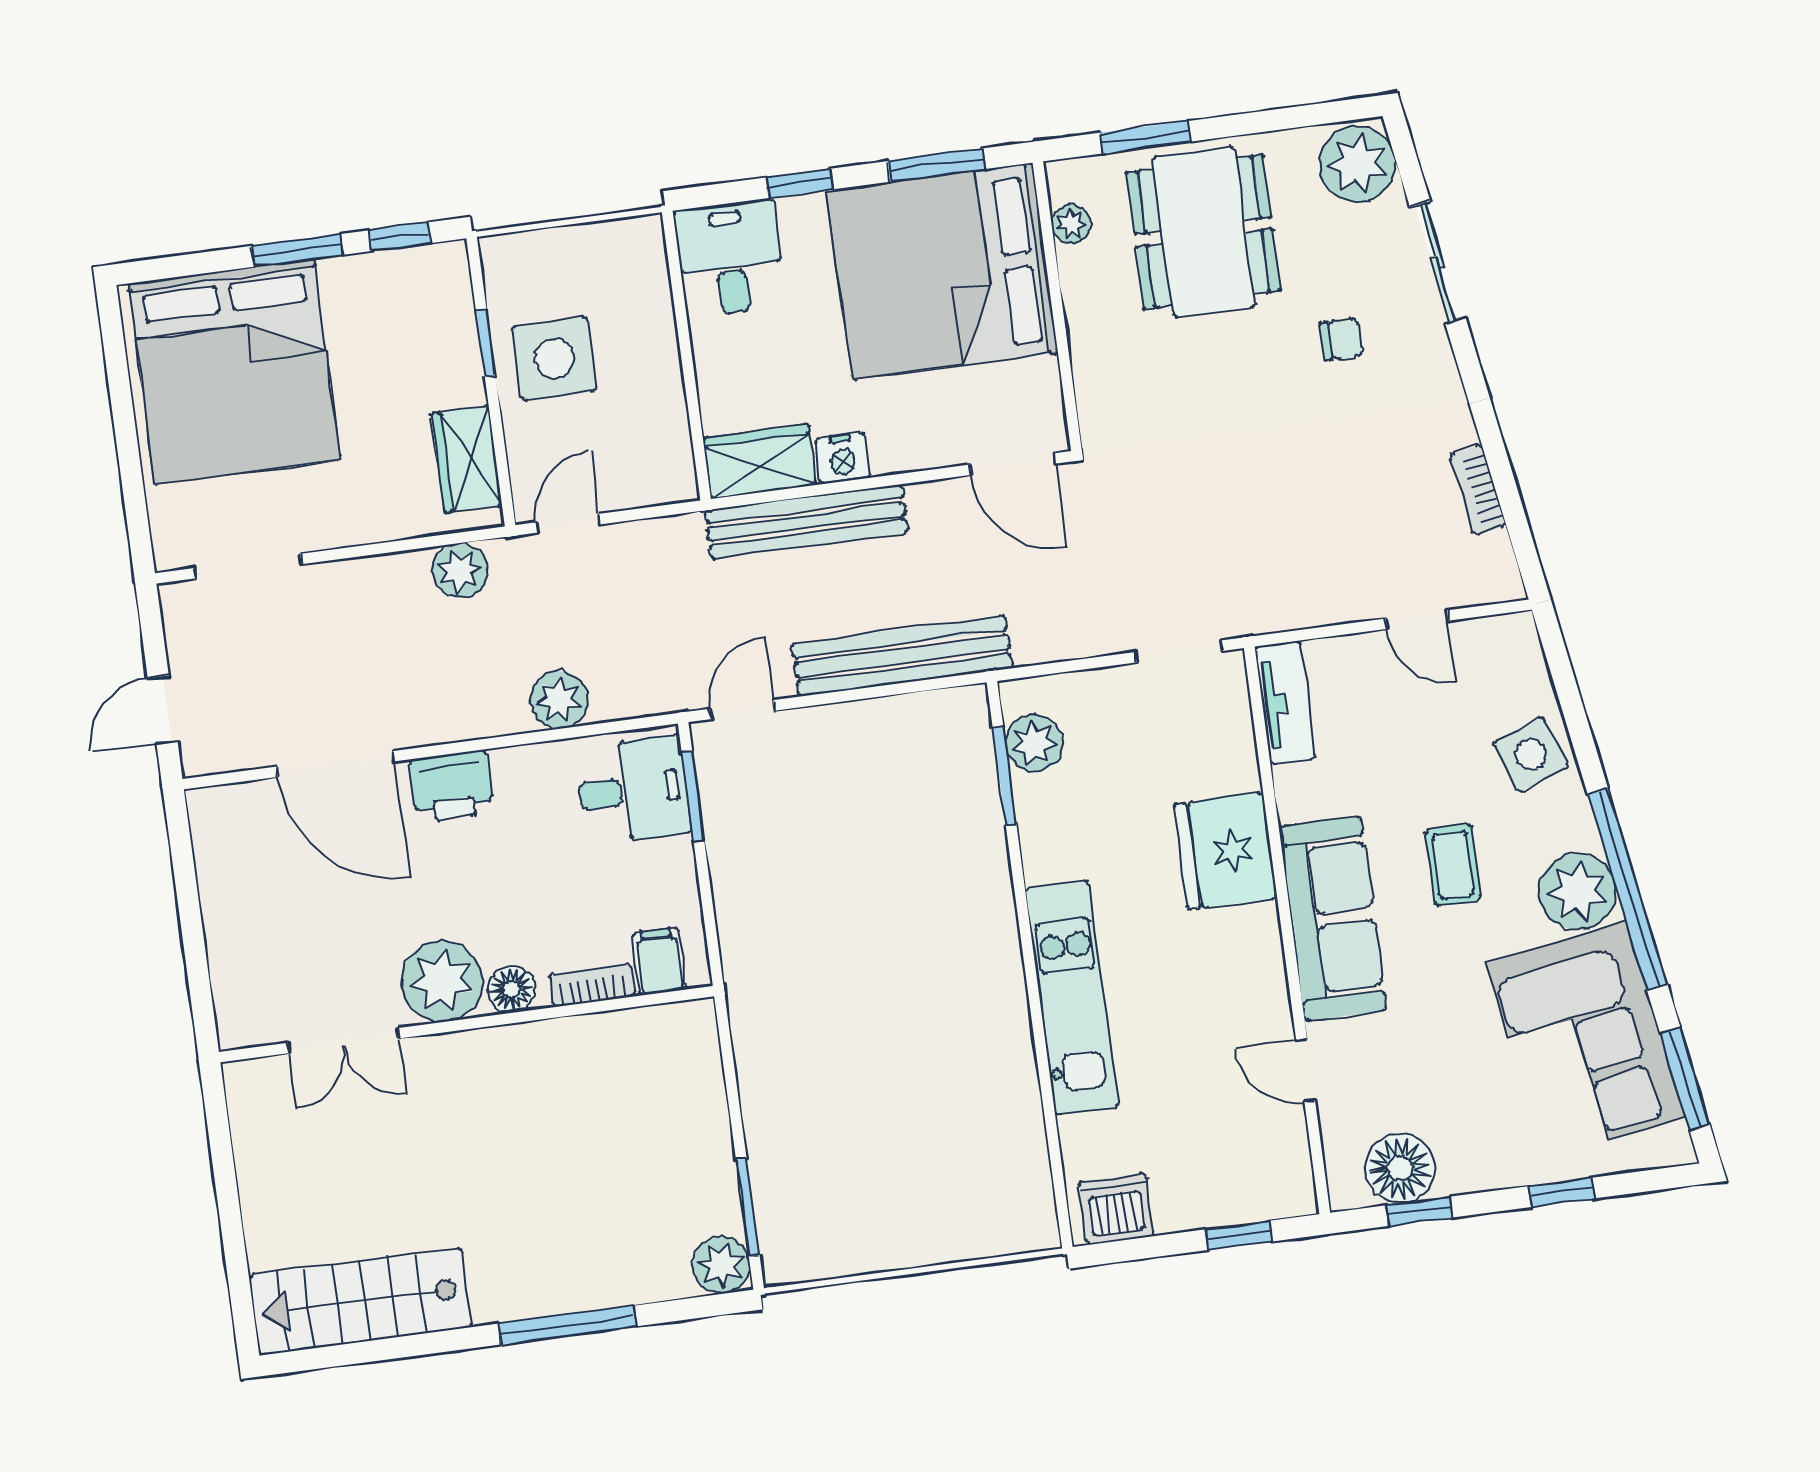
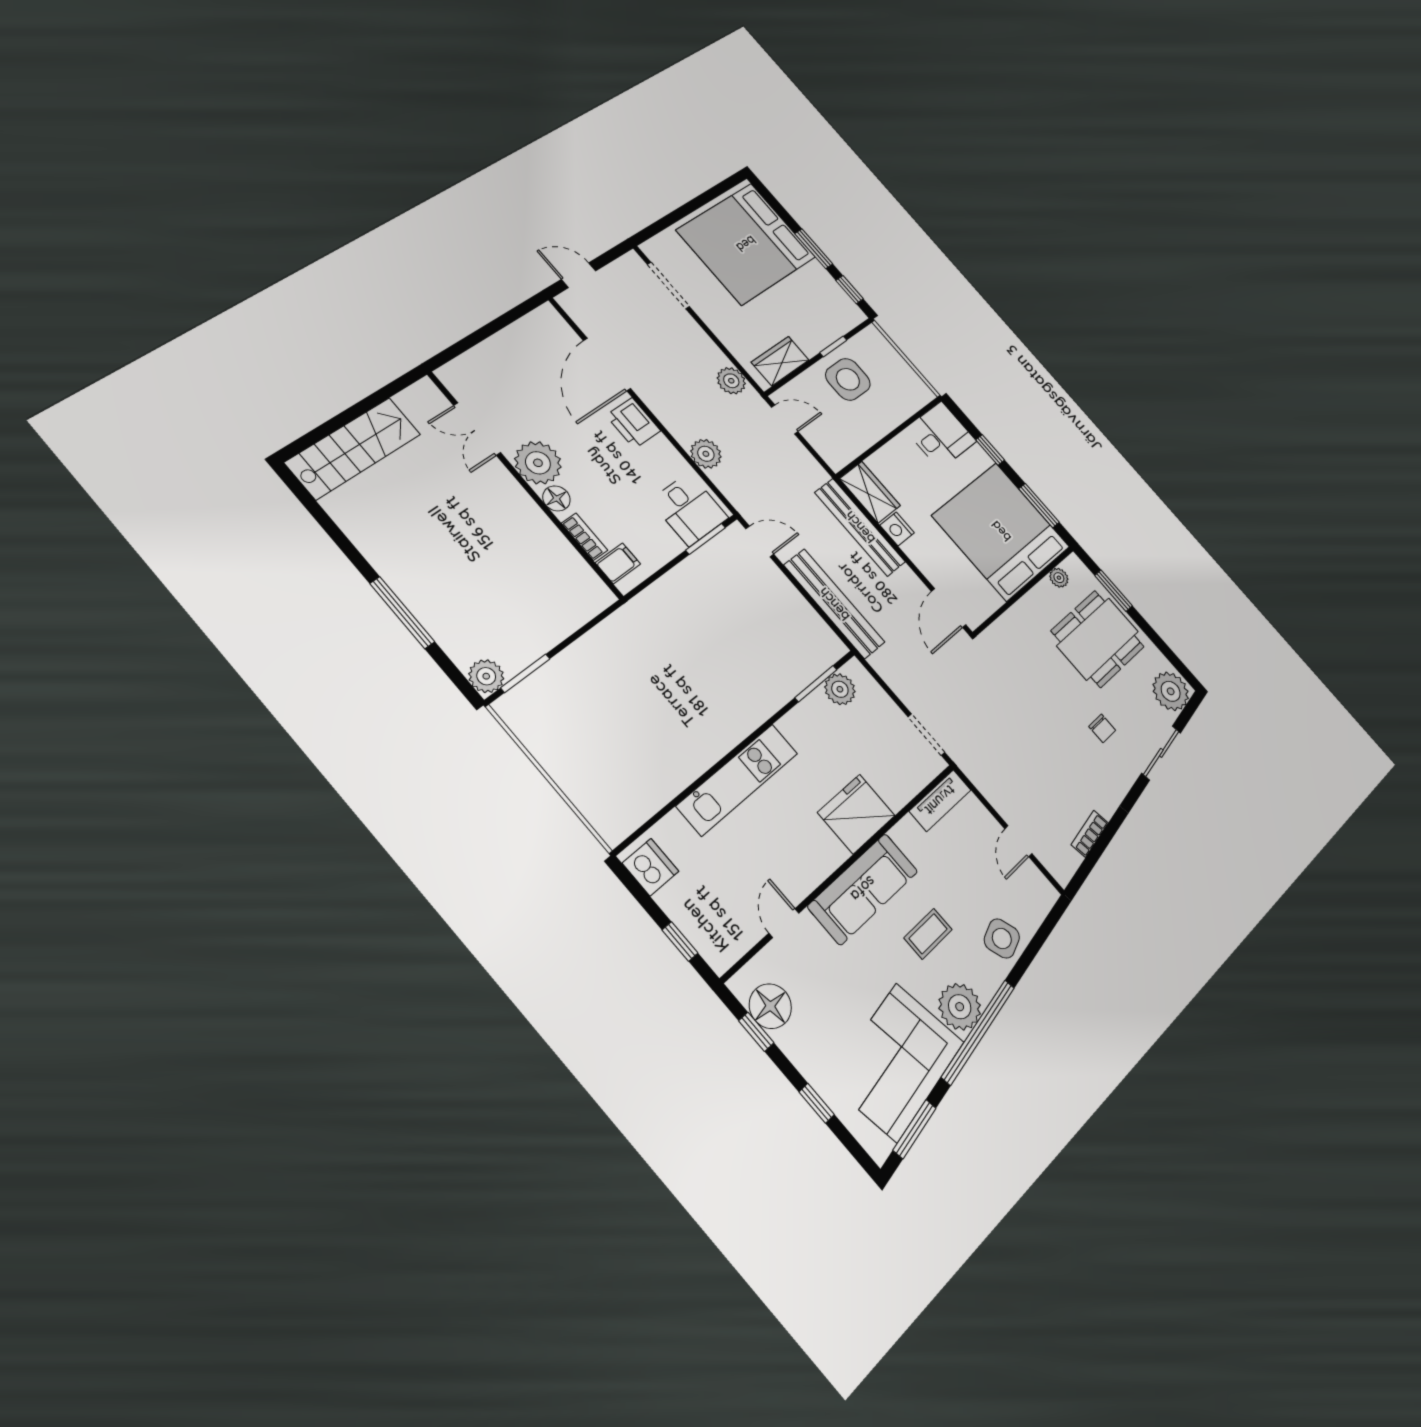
stairs: (360, 1301) -> (353, 448), moved, turned 90

